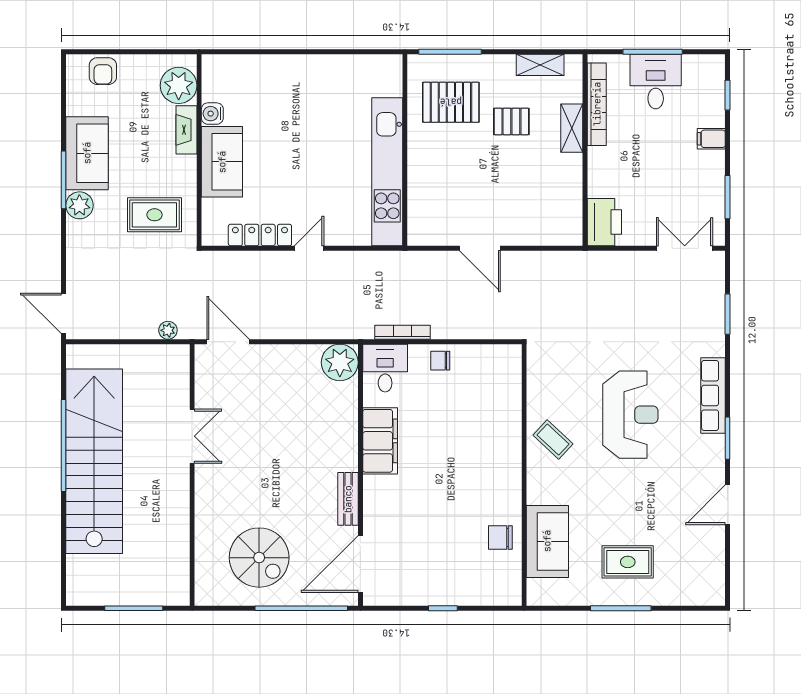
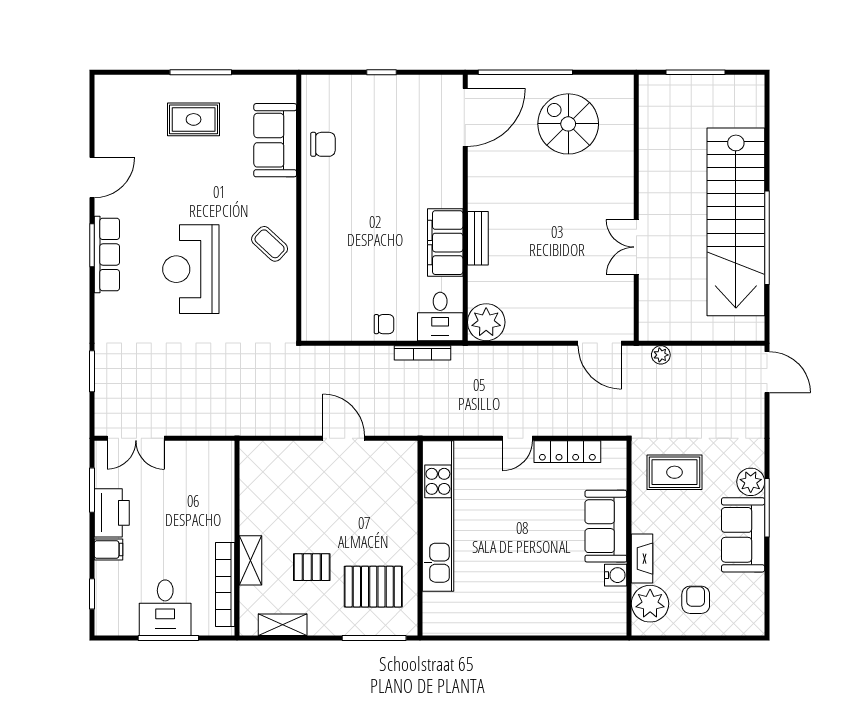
armchair: (103, 71) -> (696, 600), moved
printer: (604, 222) -> (112, 513), moved, turned 180
row of seats: (713, 395) -> (107, 255), moved
bench: (348, 499) -> (478, 238), moved

